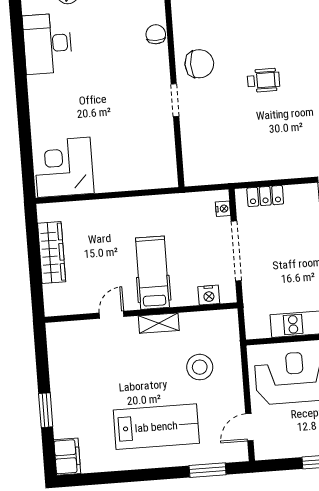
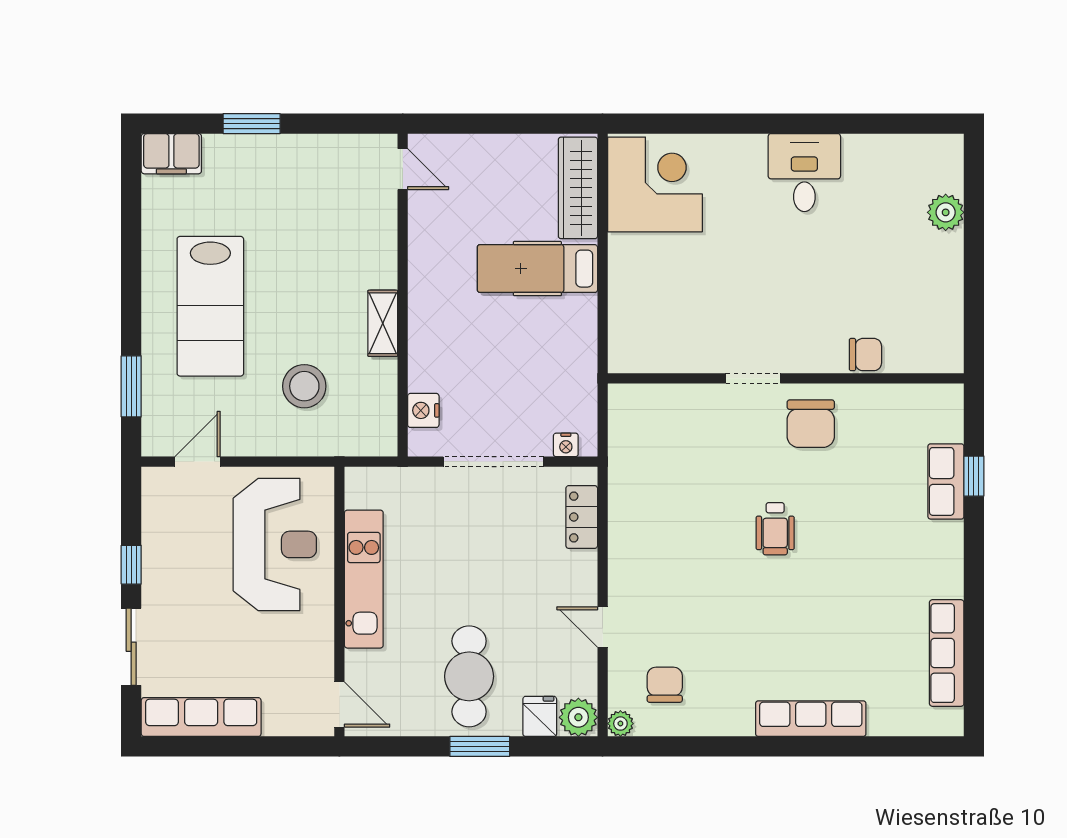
desk: (47, 44) -> (804, 173), moved, width x0.73
wardrobe: (52, 252) -> (578, 188), moved, turned 90
hospital bed: (152, 273) -> (537, 269), moved, turned 180
door: (112, 315) -> (403, 169), moved
door: (249, 427) -> (198, 462), hinge flipped

